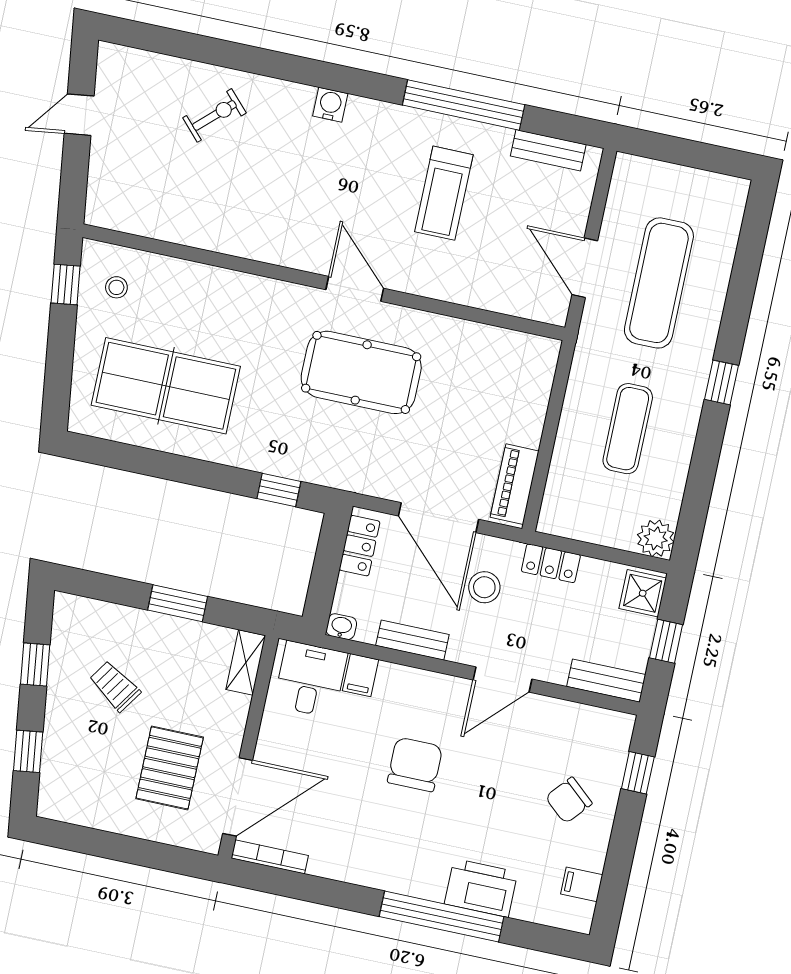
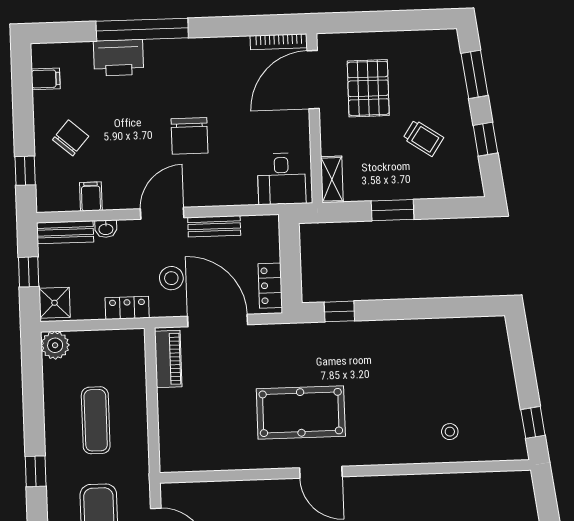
stool: (116, 287) -> (450, 432), moved
table tennis table: (166, 386) -> (441, 367), removed
washbasin: (341, 627) -> (106, 229), moved
filing cabinet: (361, 675) -> (91, 196), moved
door: (503, 679) -> (162, 213), moved
window: (28, 751) -> (475, 74), width x1.50

